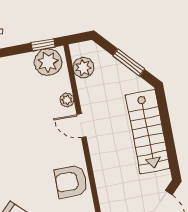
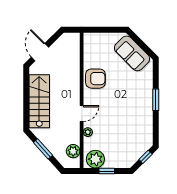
window: (43, 45) -> (107, 171), moved
door: (81, 126) -> (82, 114), hinge flipped

